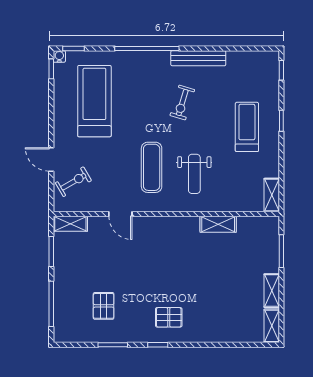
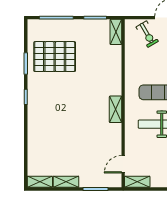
door: (120, 214) -> (123, 164), moved
shelving: (218, 224) -> (115, 109), moved
pallet: (104, 306) -> (55, 57), width x2.05, depth x2.00
pallet: (169, 317) -> (46, 105), removed

